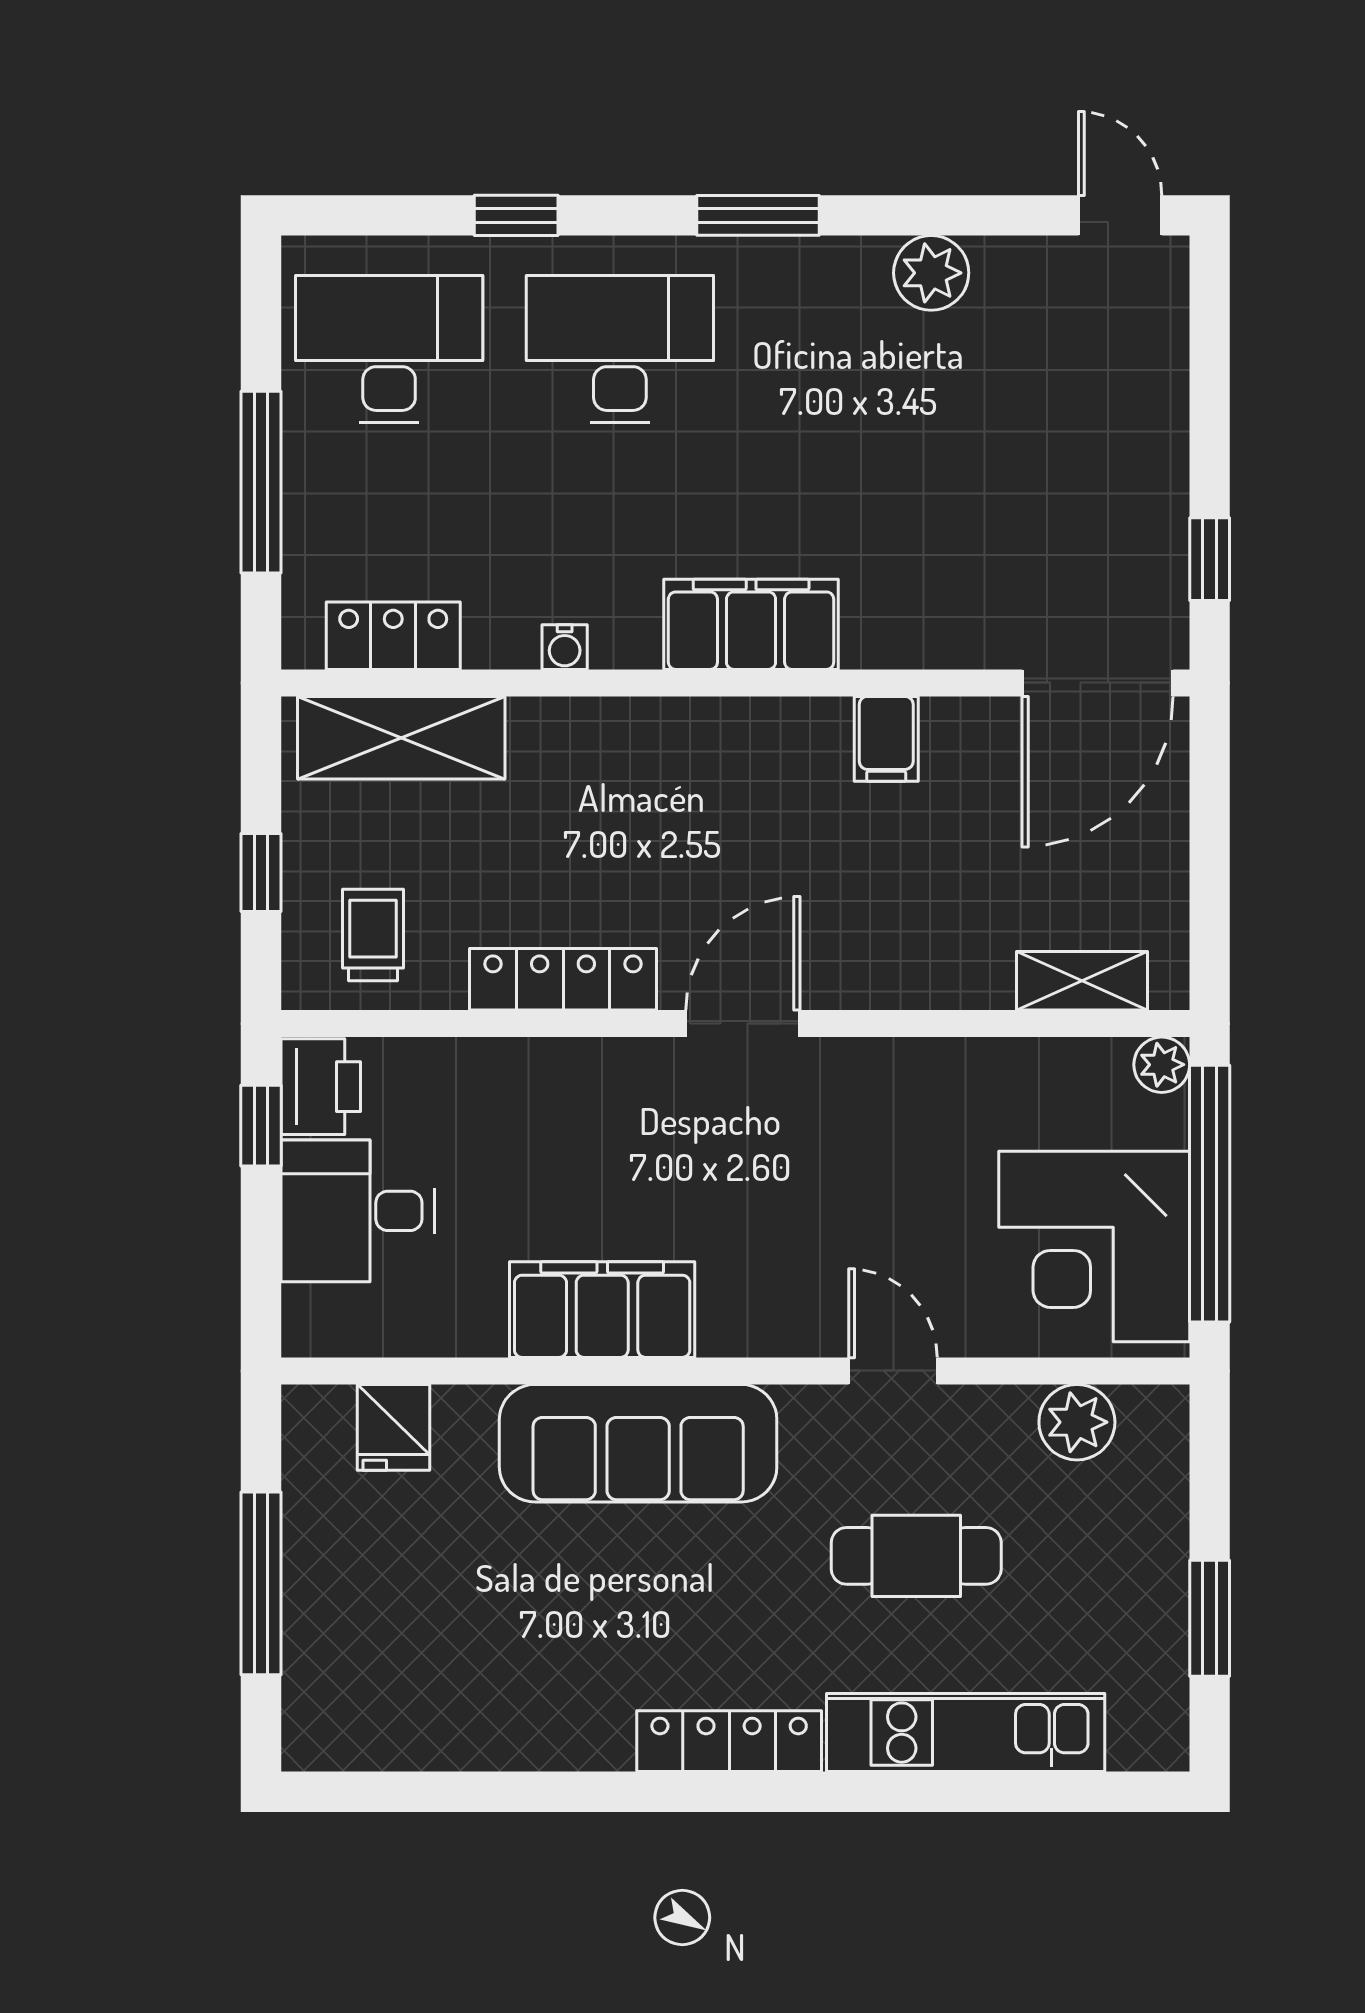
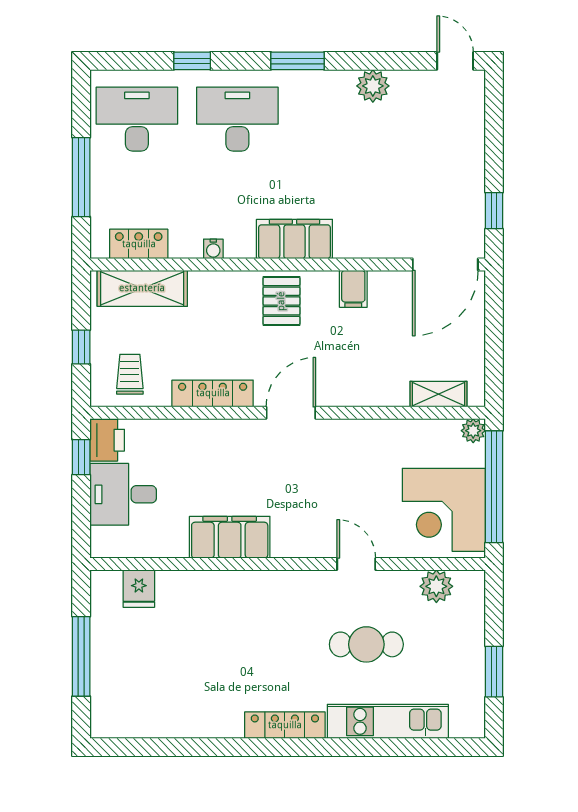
pallet: (721, 767) -> (281, 301), added
sofa: (638, 1443) -> (245, 595), removed

